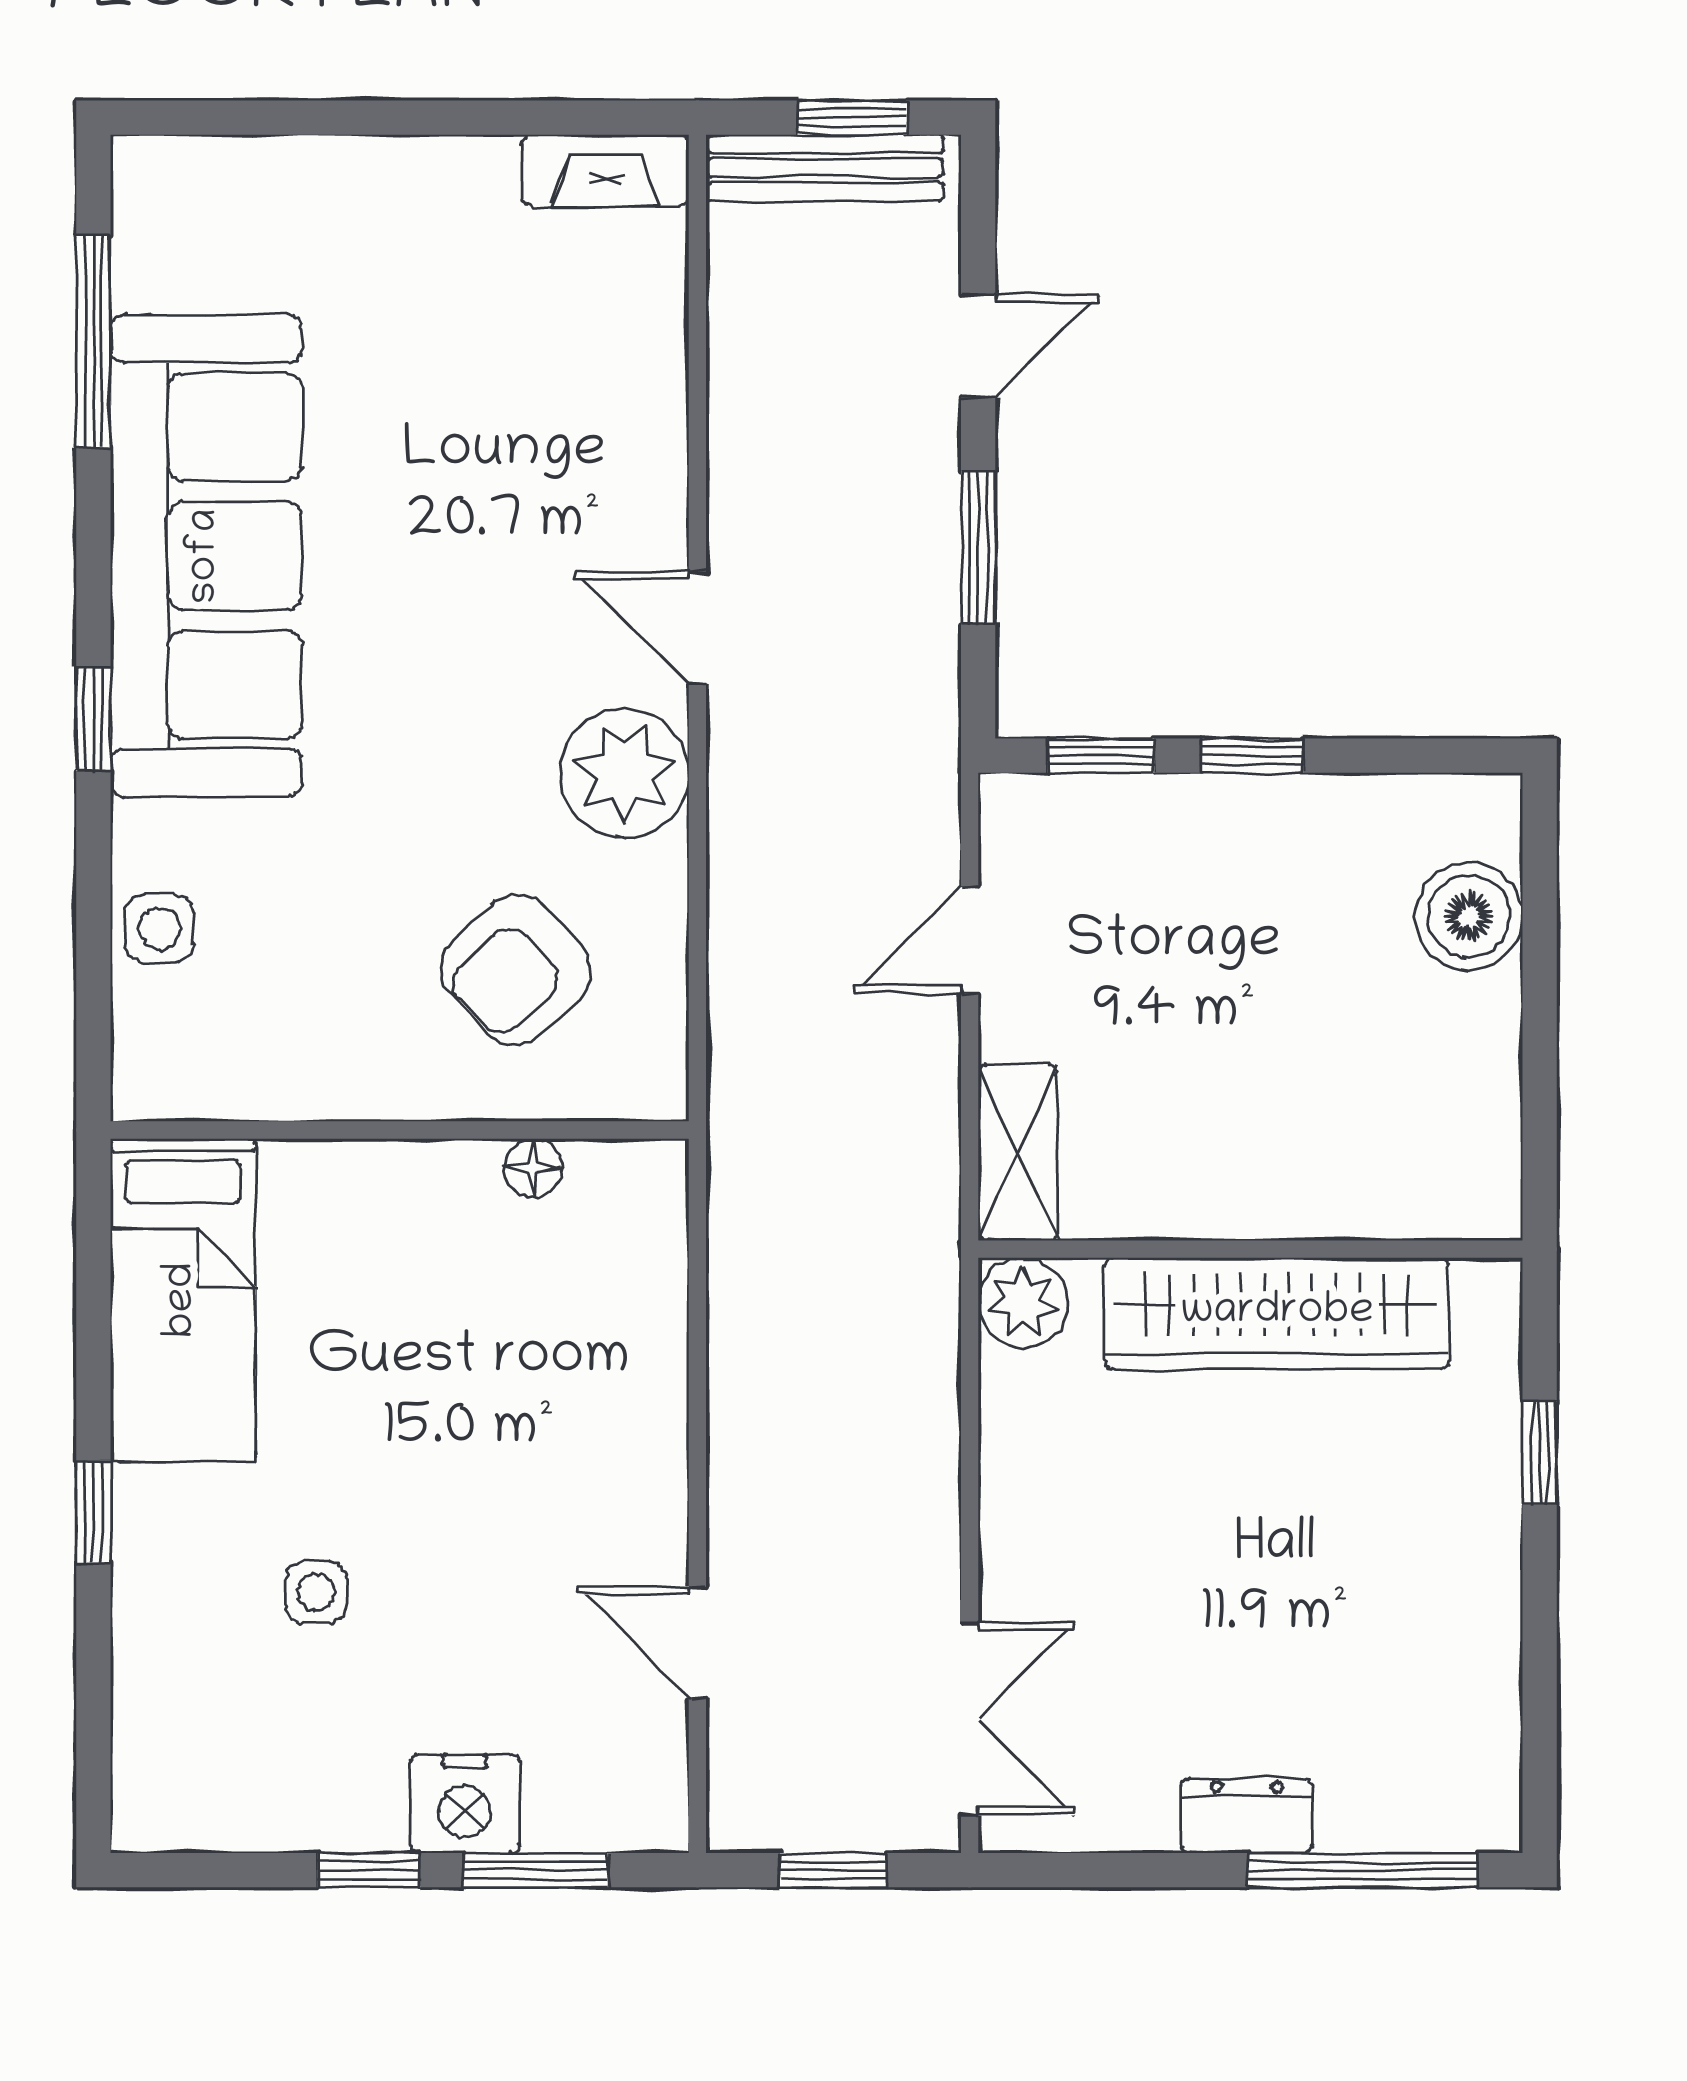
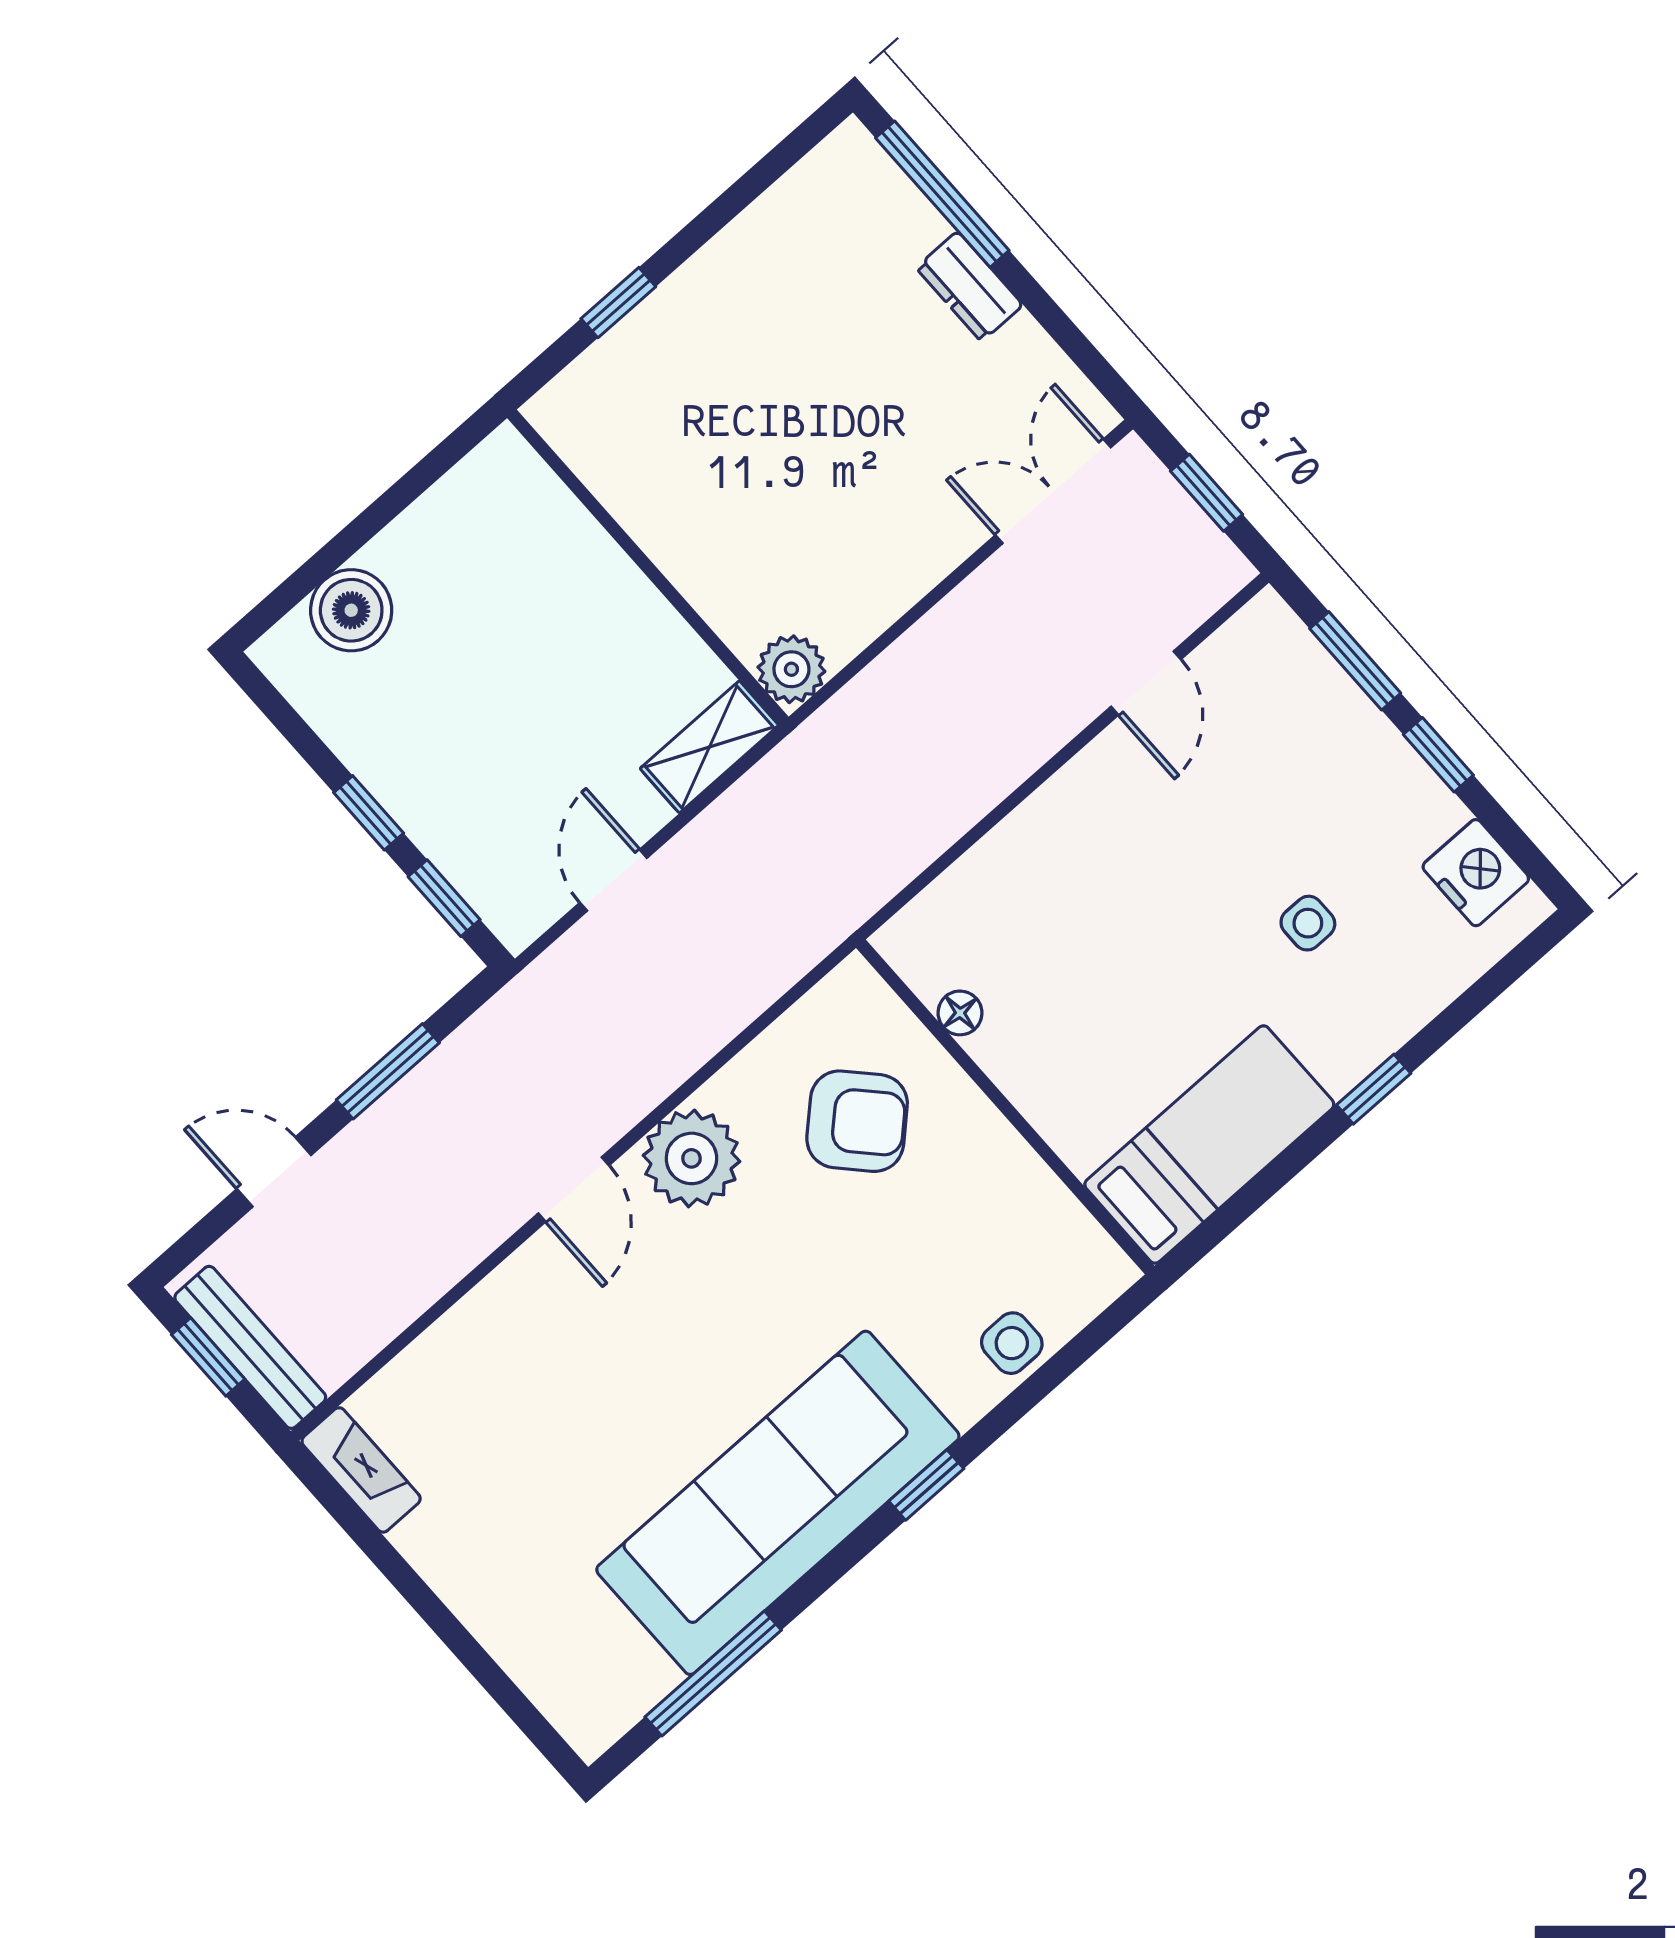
door: (970, 940) -> (614, 880), swing flipped
wardrobe: (1277, 1313) -> (671, 521), removed
nightstand: (465, 1804) -> (1476, 873), moved

